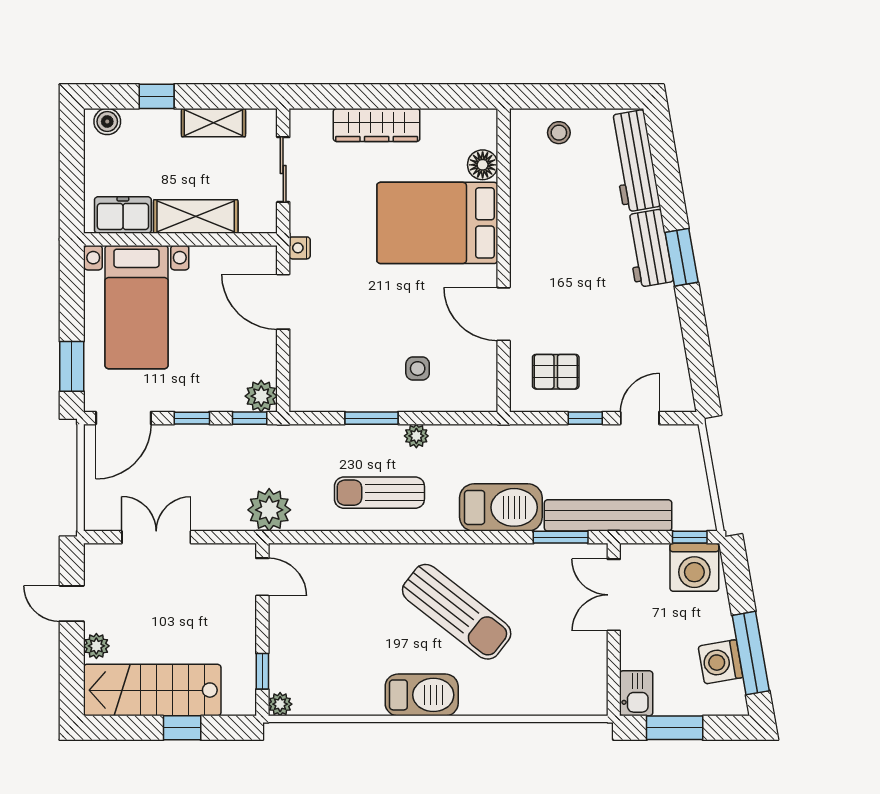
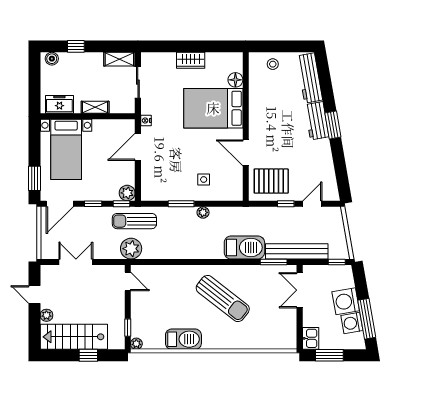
shelving: (213, 123) -> (119, 59), moved
wardrobe: (377, 125) -> (191, 60), width x0.67
shelving: (196, 217) -> (95, 107), width x0.67, depth x0.75
door: (283, 302) -> (138, 147), hinge flipped
pallet: (556, 372) -> (271, 181), width x1.50, depth x1.42
sun lounger: (379, 493) -> (134, 221), moved
washing machine: (694, 567) -> (346, 301), moved, turned 80
barbecue: (422, 695) -> (183, 339), moved

